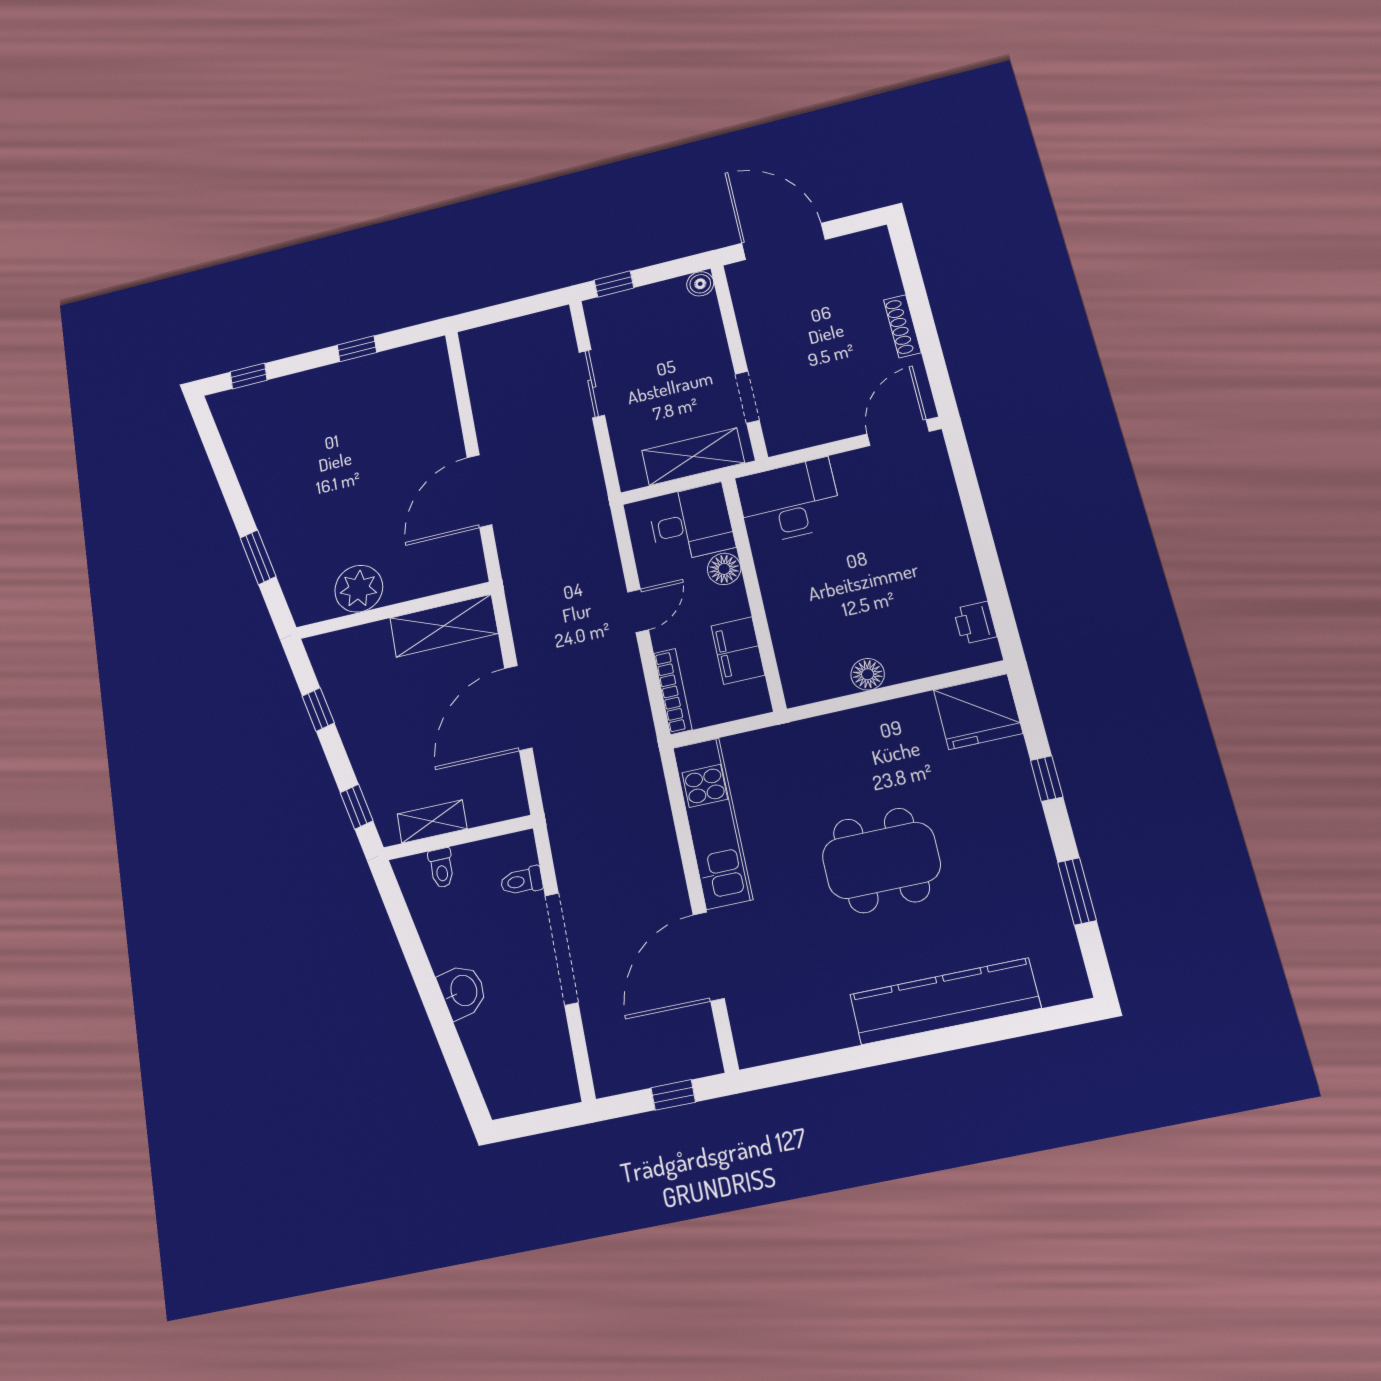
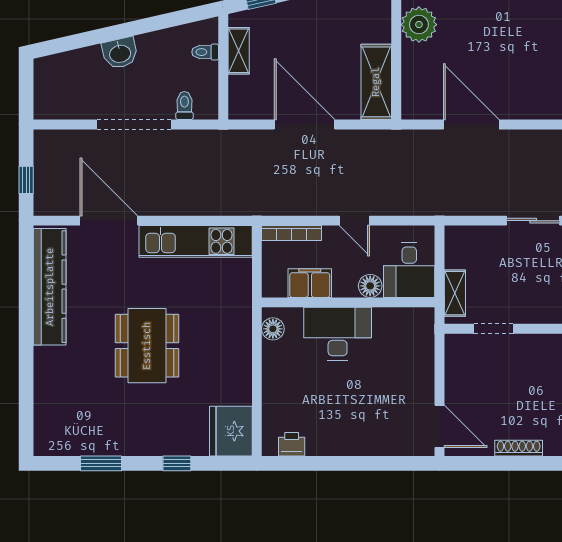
shelving: (693, 457) -> (455, 293), width x0.67, depth x0.75
desk: (789, 501) -> (338, 334), moved, turned -90
floor lamp: (868, 674) -> (273, 329), moved
kitchen counter: (945, 1001) -> (50, 287), moved

